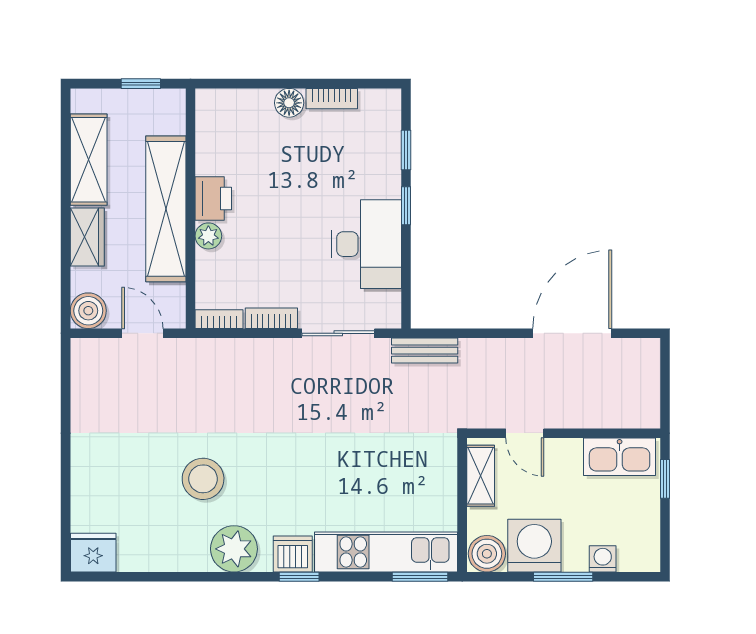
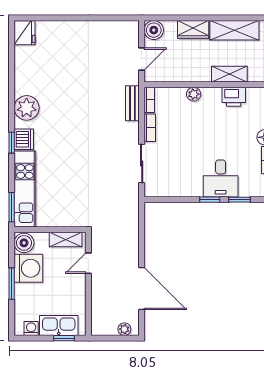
printer: (213, 198) -> (234, 97), moved
shelving: (166, 209) -> (229, 74), width x0.45, depth x0.75
desk: (366, 244) -> (221, 178), moved, width x0.73
bench: (425, 351) -> (132, 103), moved
plant: (648, 366) -> (124, 329), added
kitchen sink: (620, 457) -> (59, 325), moved, turned 90
stool: (203, 479) -> (64, 91), removed
washing machine: (603, 559) -> (31, 328), moved, turned -90

